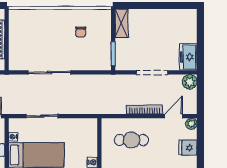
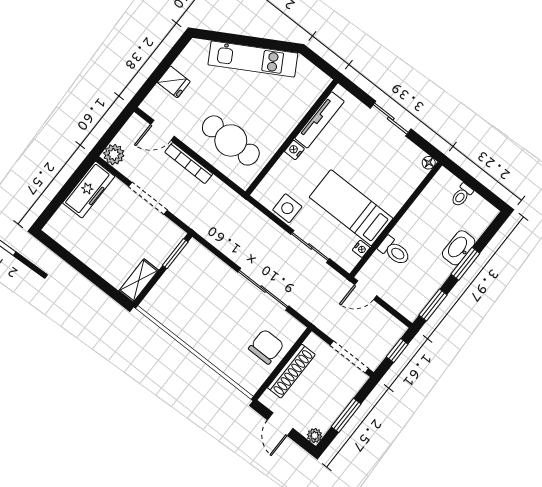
chair: (81, 32) -> (266, 347), moved, width x1.87, depth x1.87
freezer: (188, 57) -> (89, 190), width x1.40
plant: (191, 124) -> (149, 106), removed
side table: (71, 127) -> (287, 208), added
cafe table: (131, 140) -> (231, 140), width x1.37, depth x1.35

